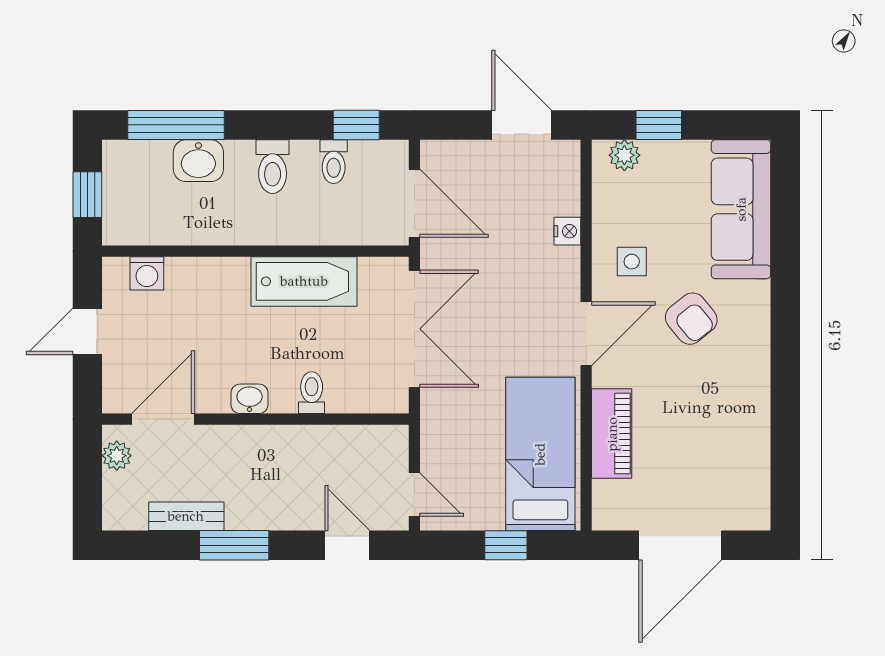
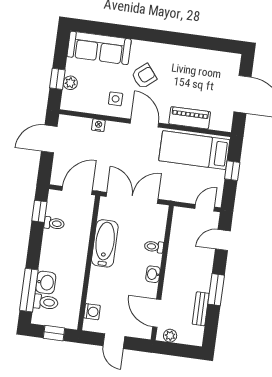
plant: (624, 155) -> (70, 83), moved
toilet: (273, 167) -> (46, 302), moved

